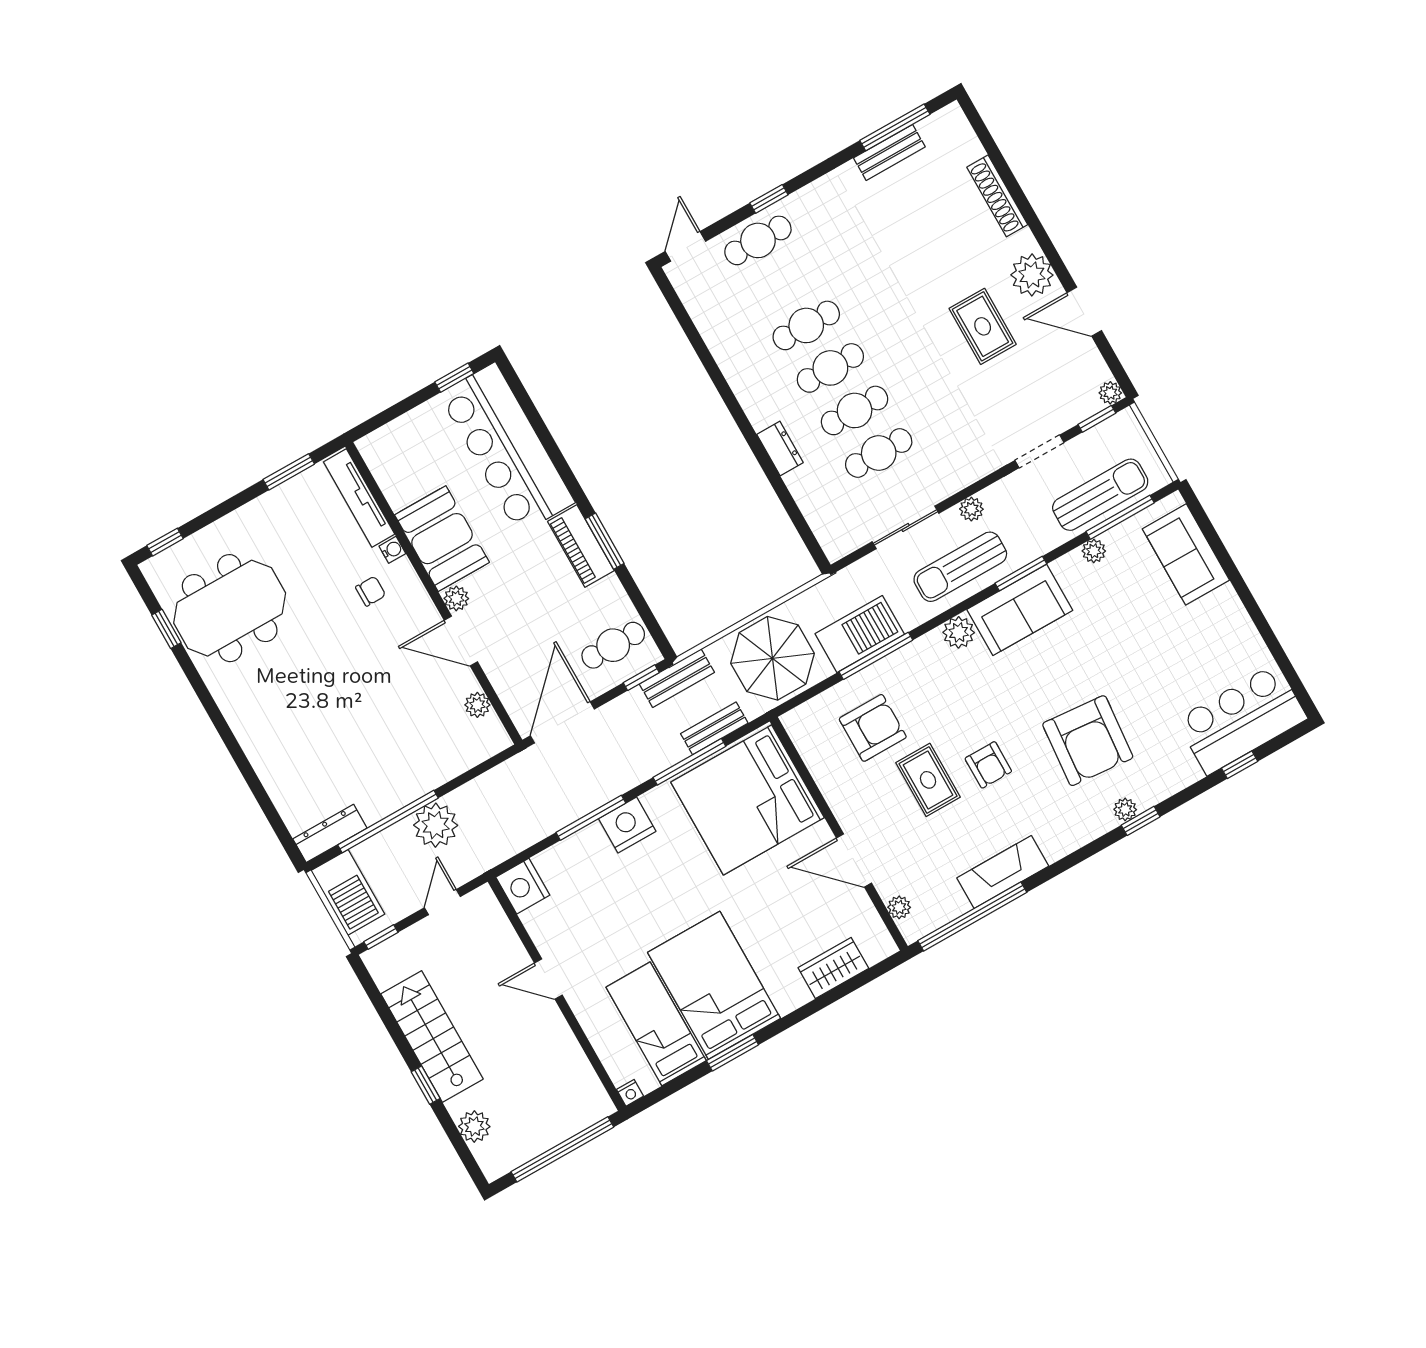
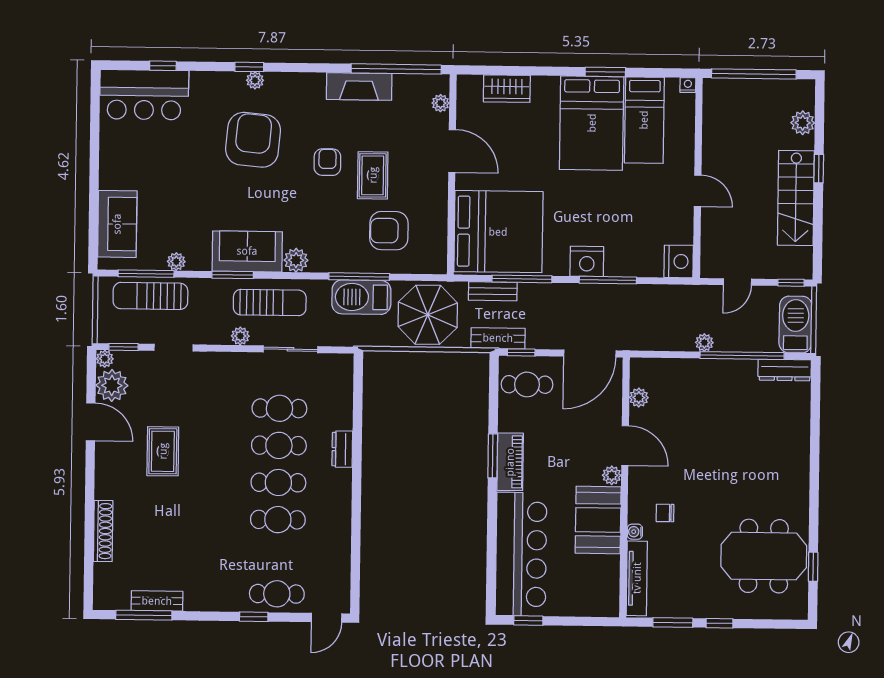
plant: (1032, 275) -> (112, 385), moved
window: (165, 542) -> (719, 623), moved
plant: (436, 825) -> (704, 343), width x0.53, depth x0.53

